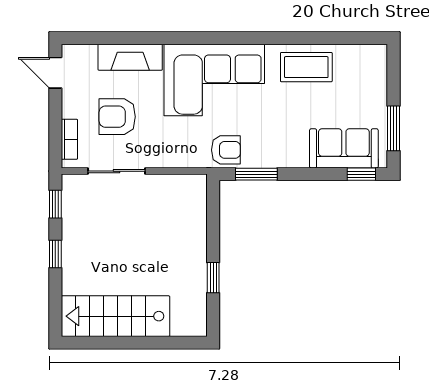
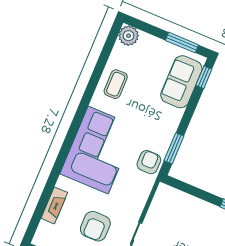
fireplace: (130, 57) -> (54, 205), width x0.73, depth x0.76
plant: (374, 58) -> (129, 36), added
coffee table: (306, 67) -> (116, 84), width x0.73, depth x0.77

